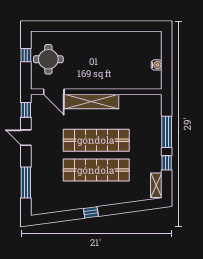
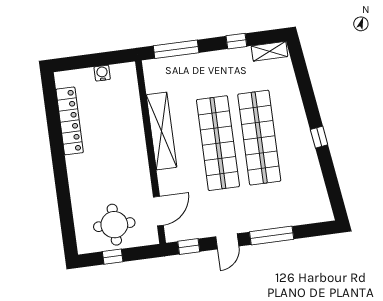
locker: (126, 37) -> (70, 121), added
shelving: (92, 101) -> (162, 131), moved
window: (167, 132) -> (176, 49), moved
window: (26, 182) -> (272, 235), moved

